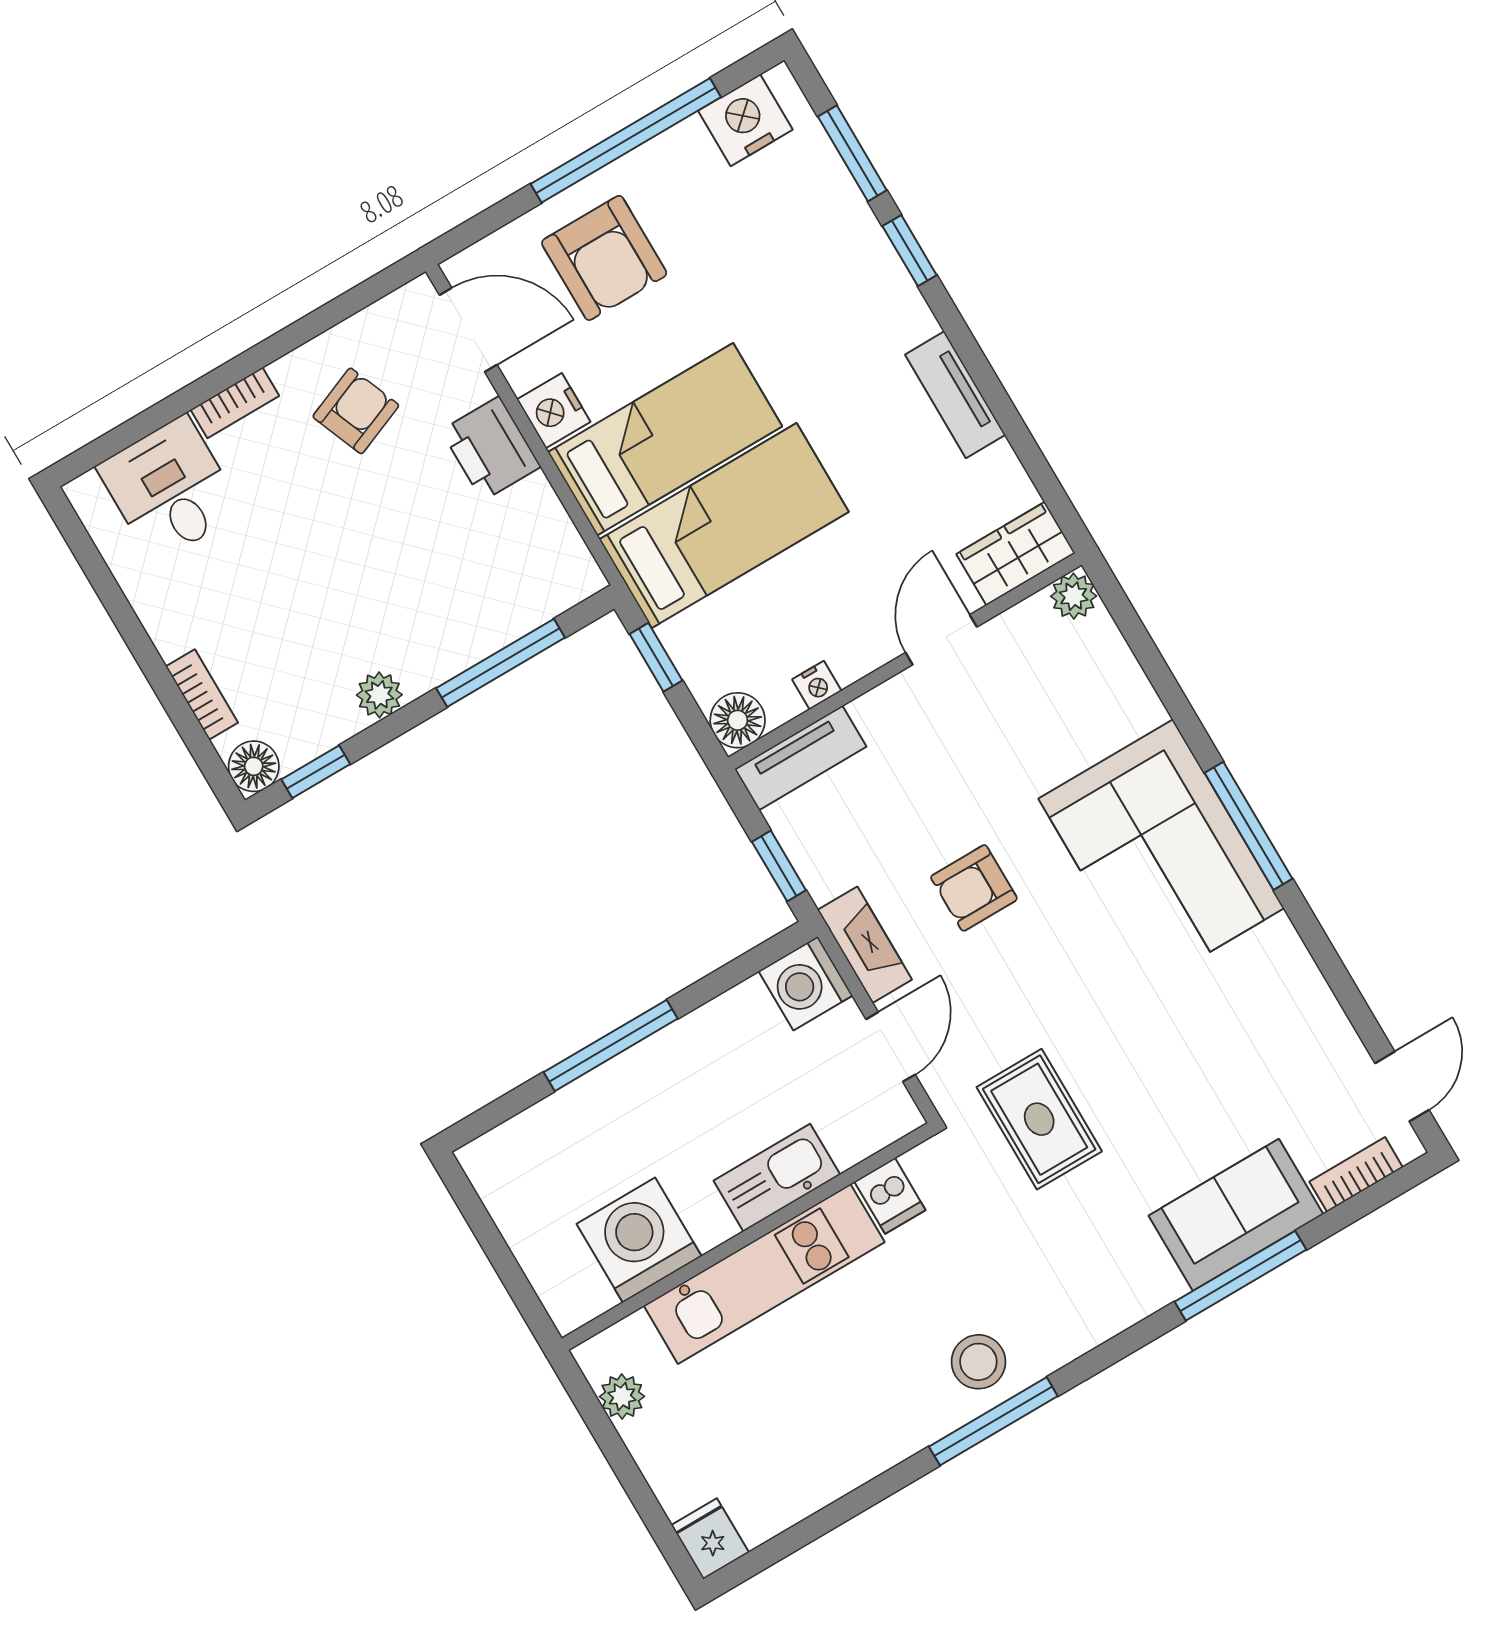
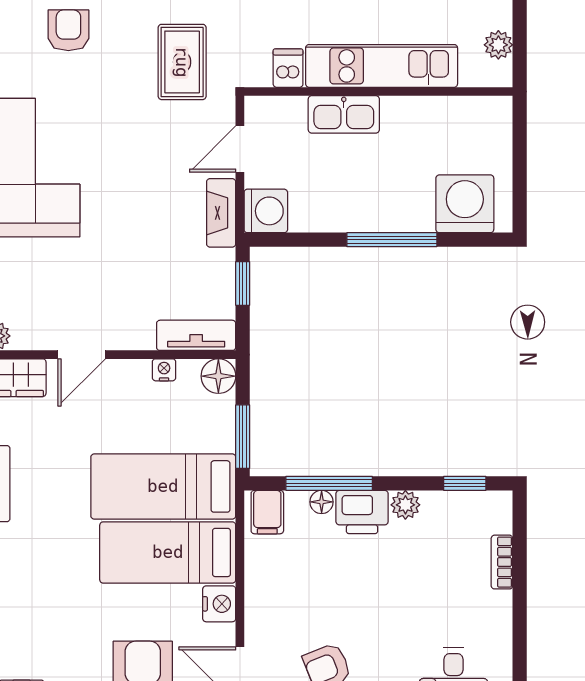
printer: (491, 449) -> (362, 512), moved, turned 90
filing cabinet: (562, 574) -> (267, 512), added
window: (656, 657) -> (243, 437), width x1.50
floor lamp: (254, 766) -> (322, 502), moved, width x0.73, depth x0.73
armchair: (974, 888) -> (68, 30), moved, turned -90
washing machine: (639, 1240) -> (465, 204), moved, turned 180

